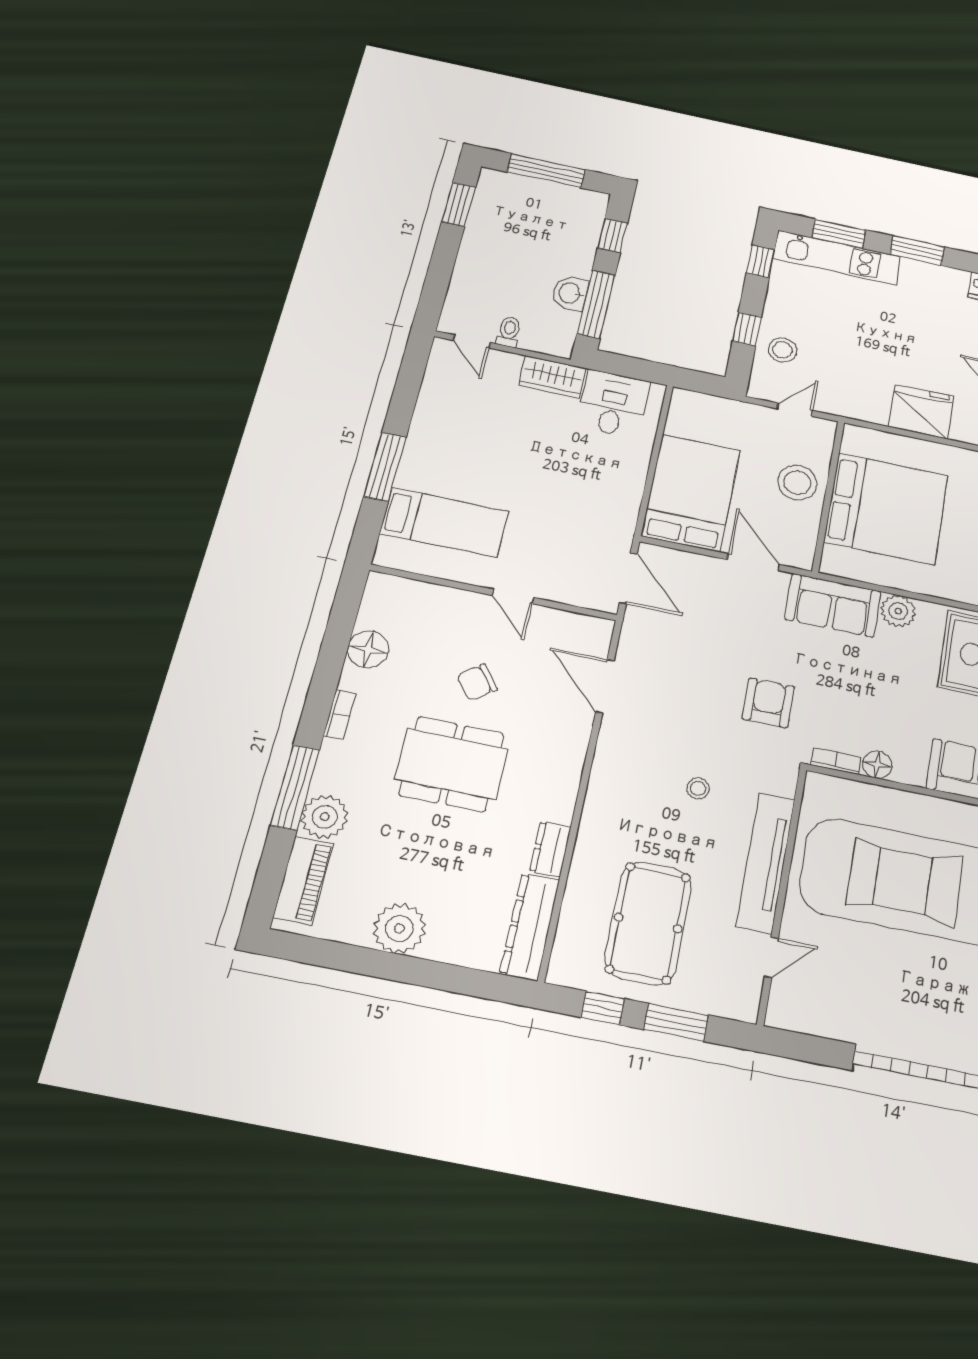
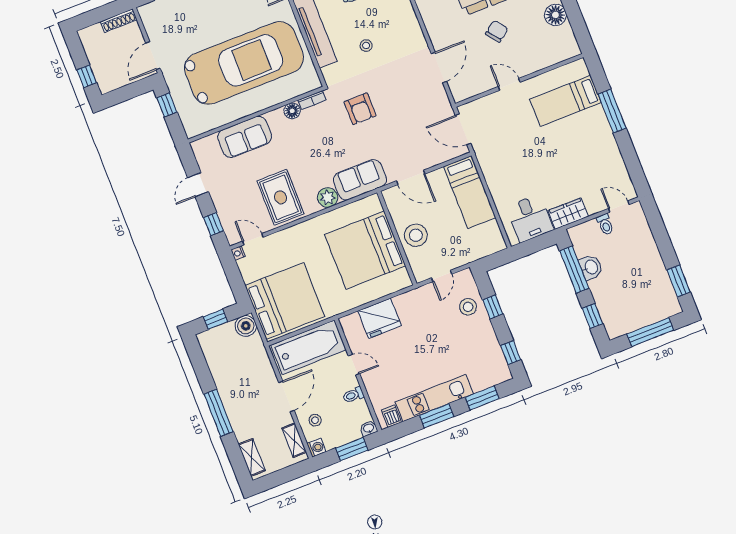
kitchen unit: (837, 258) -> (434, 398), moved
bed: (691, 493) -> (470, 192), width x0.67
door: (605, 686) -> (439, 67), hinge flipped

